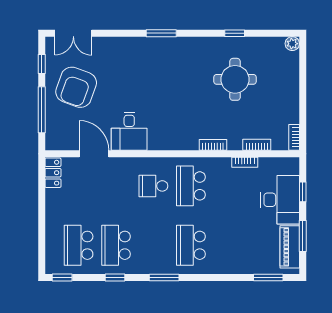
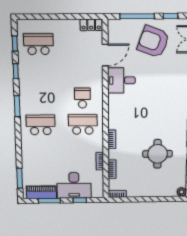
school desk: (116, 245) -> (39, 72), removed
window: (62, 277) -> (15, 43), moved

